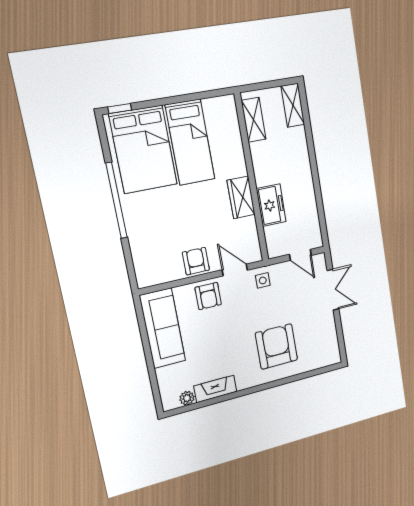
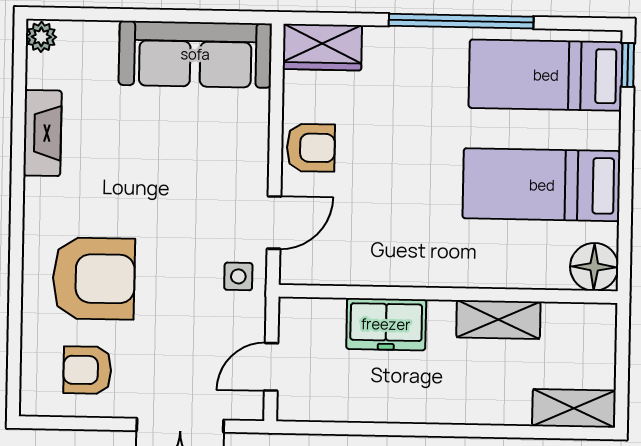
floor lamp: (225, 108) -> (594, 267), added
shelving: (254, 120) -> (498, 320), moved
bed: (143, 149) -> (546, 75), width x0.67
wardrobe: (241, 197) -> (322, 47), moved, turned 180
armchair: (208, 296) -> (87, 370), moved
plant: (187, 398) -> (41, 37), moved

